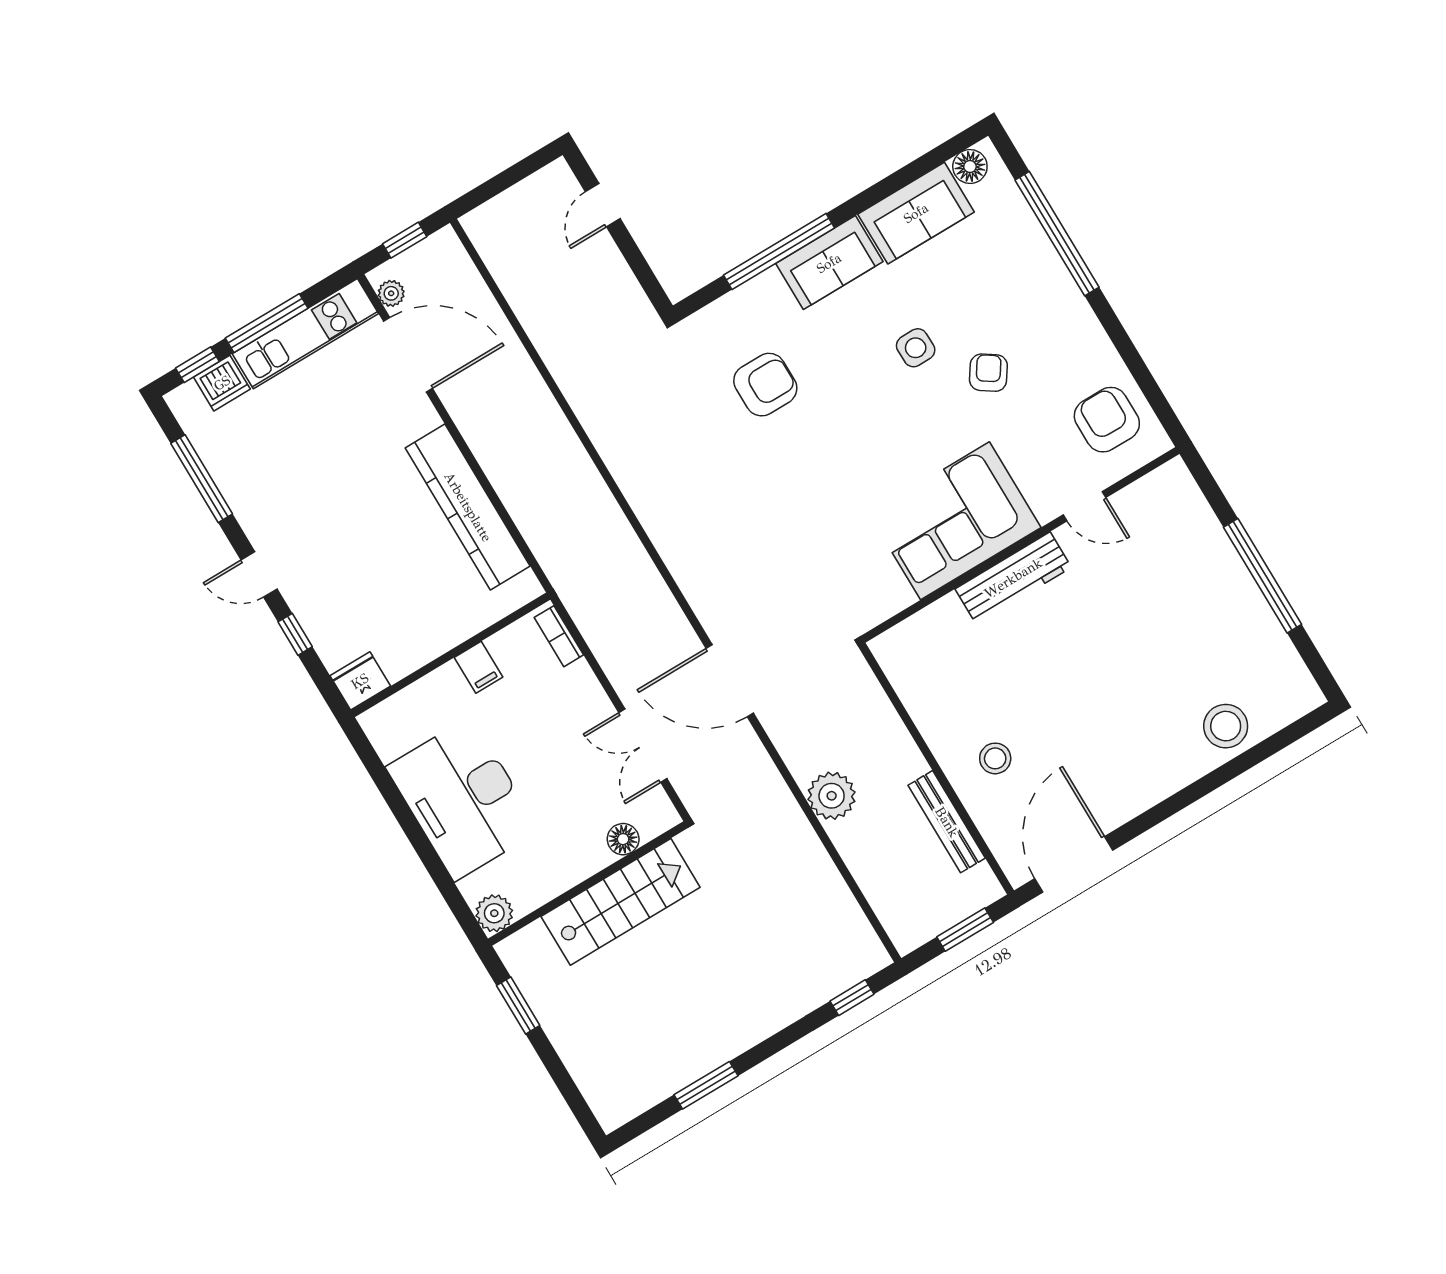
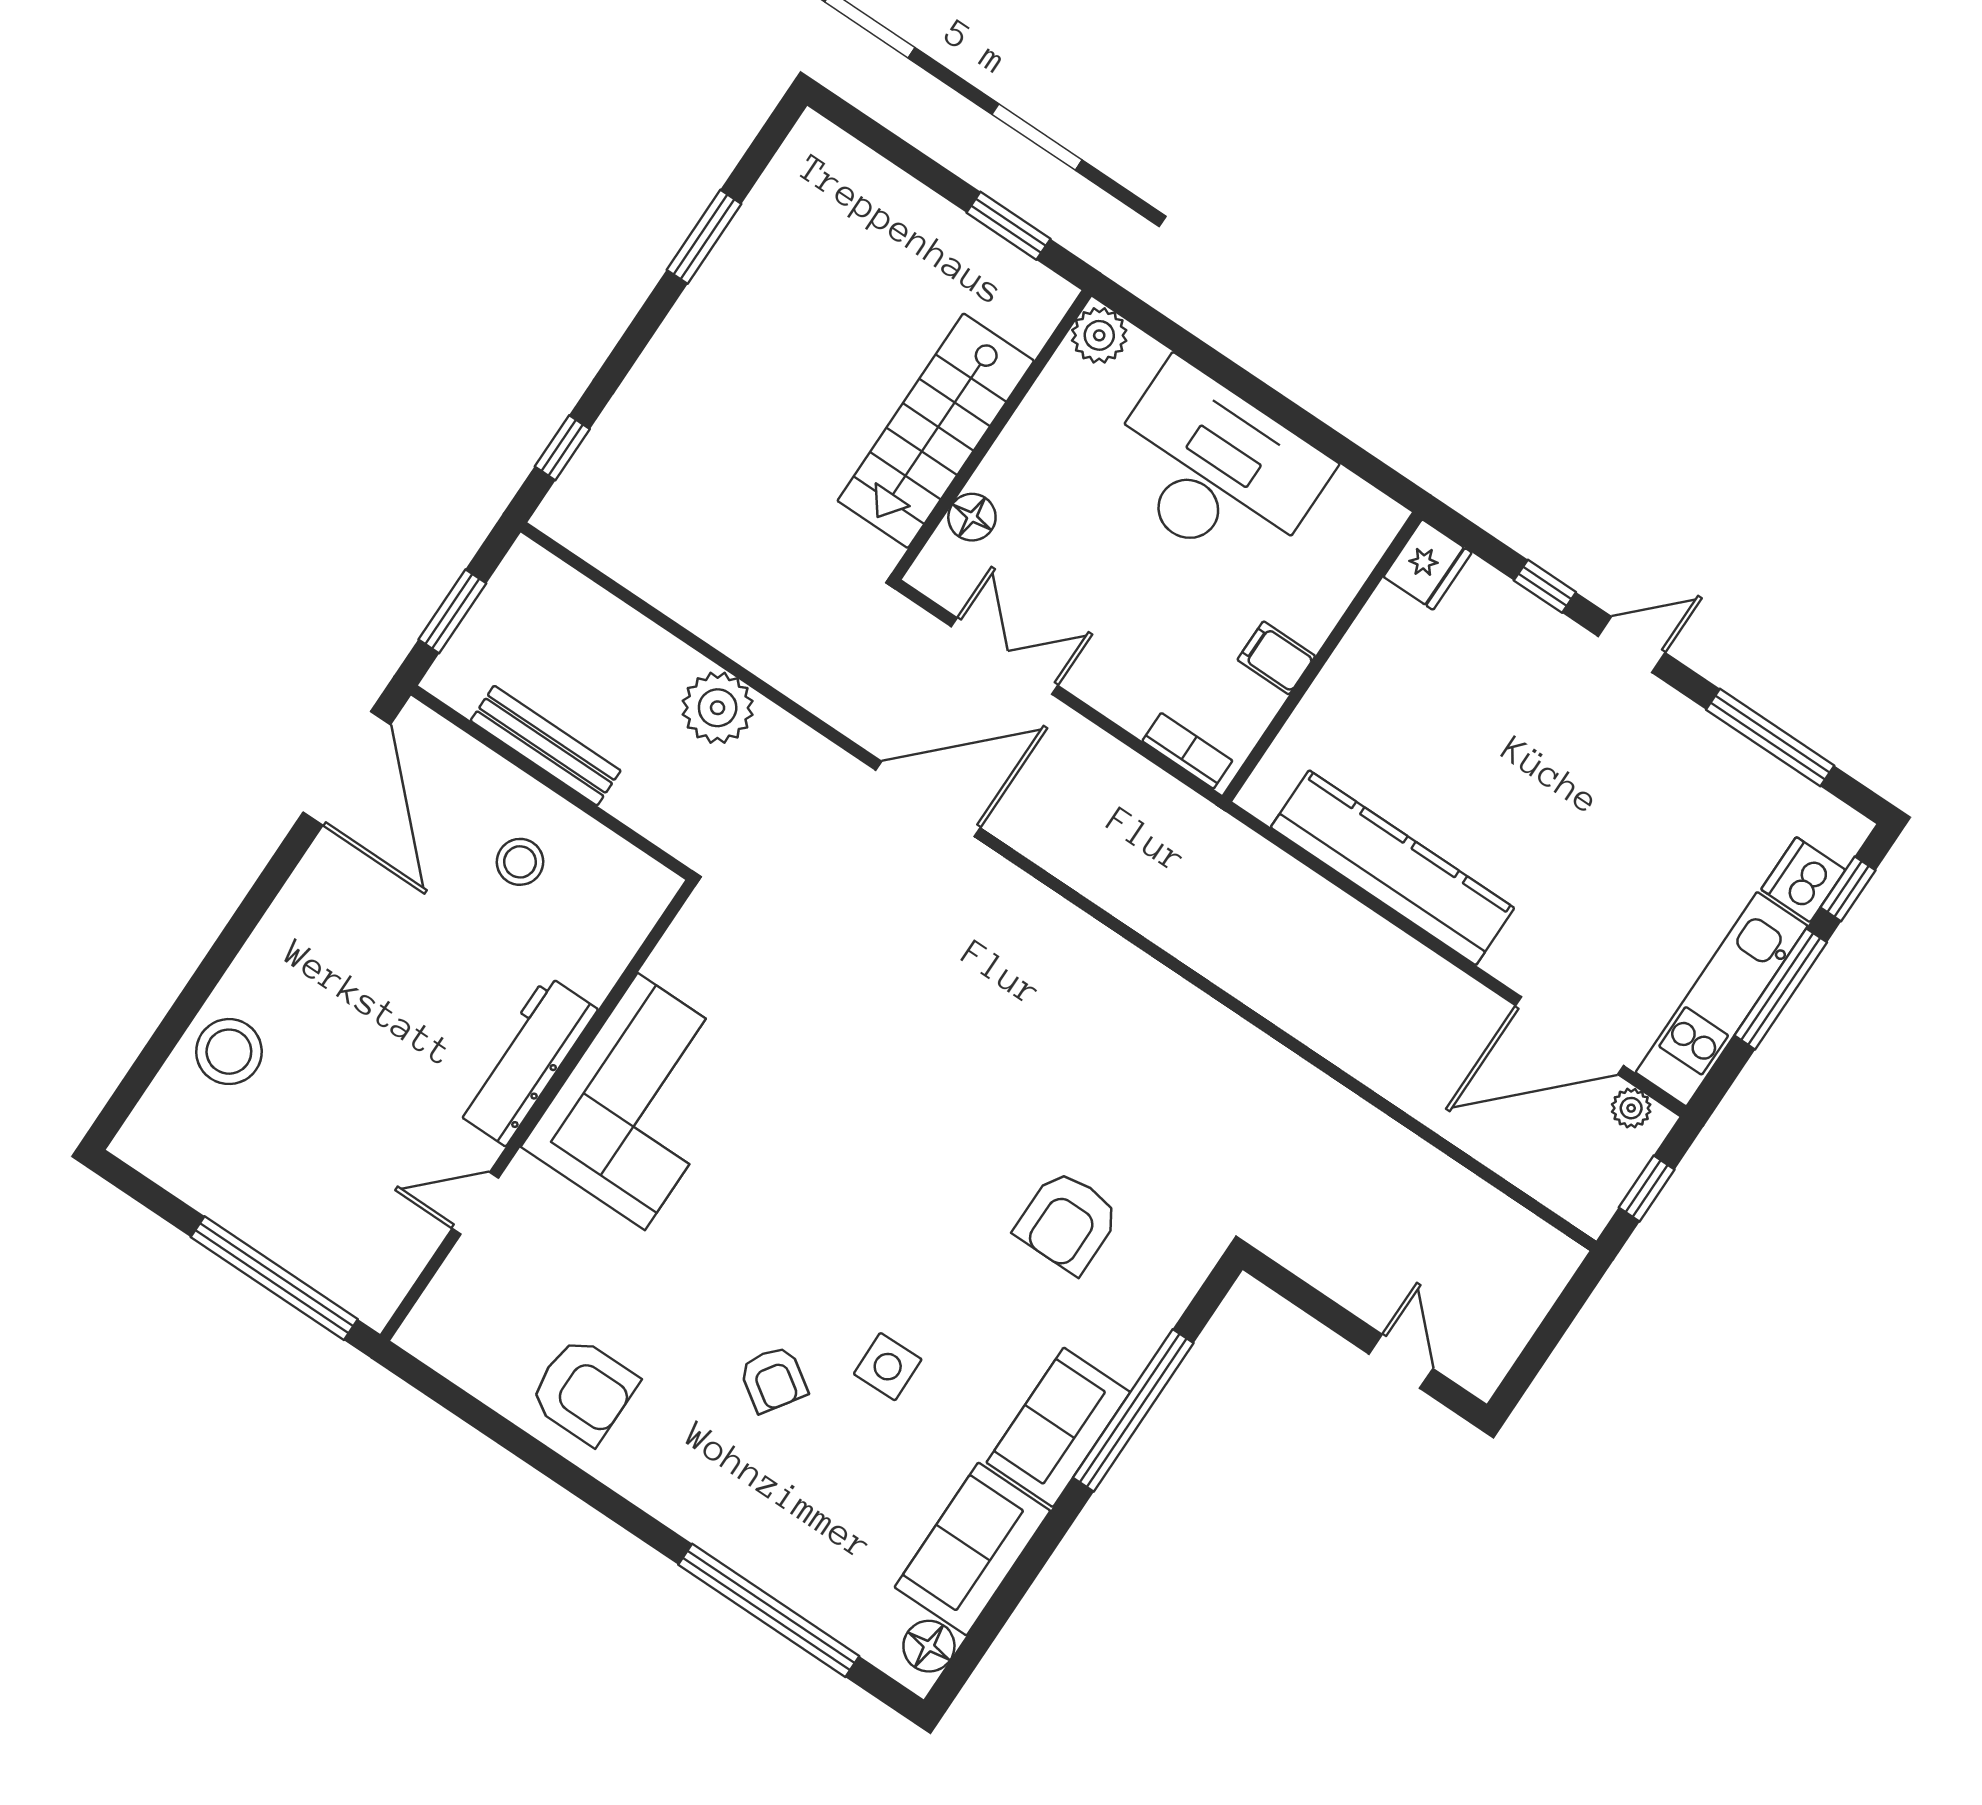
door: (1085, 506) -> (475, 1203), moved
corner sofa: (955, 521) -> (641, 1101), moved
wall: (1020, 545) -> (538, 1110), moved
workbench: (1013, 578) -> (526, 1061), moved

